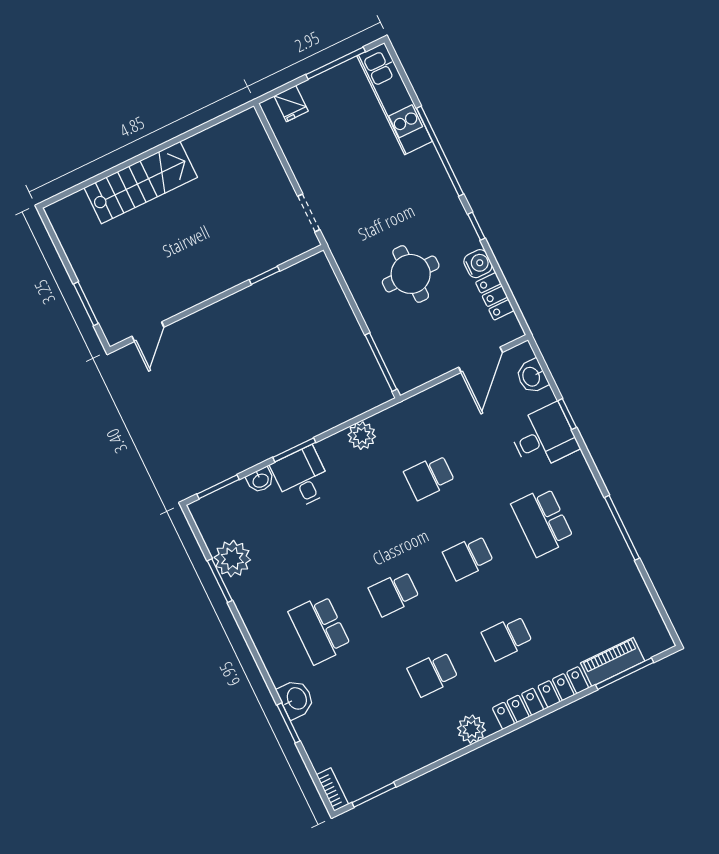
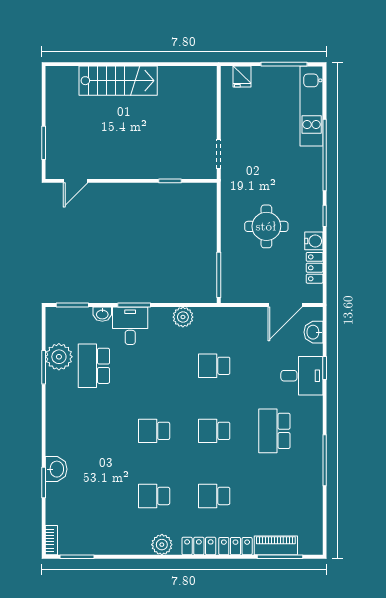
school desk: (320, 629) -> (94, 366), moved

